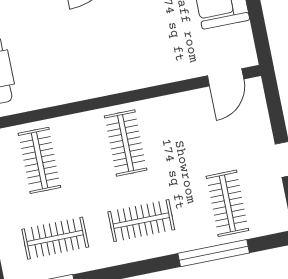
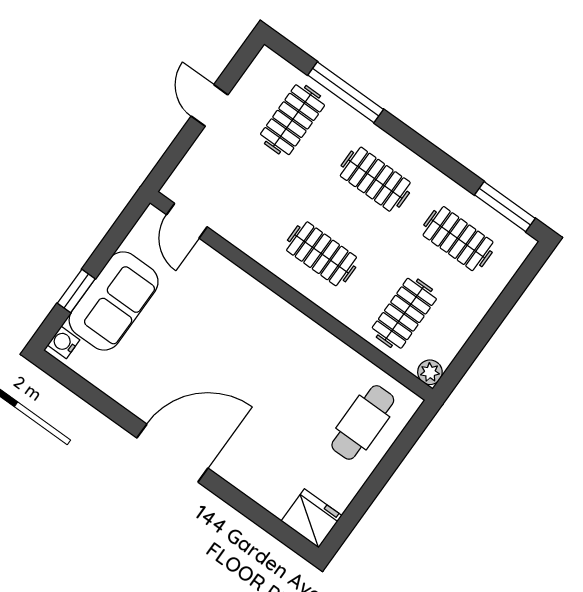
door: (226, 77) -> (187, 221), swing flipped
clothes rail: (126, 143) -> (322, 254), turned 90

